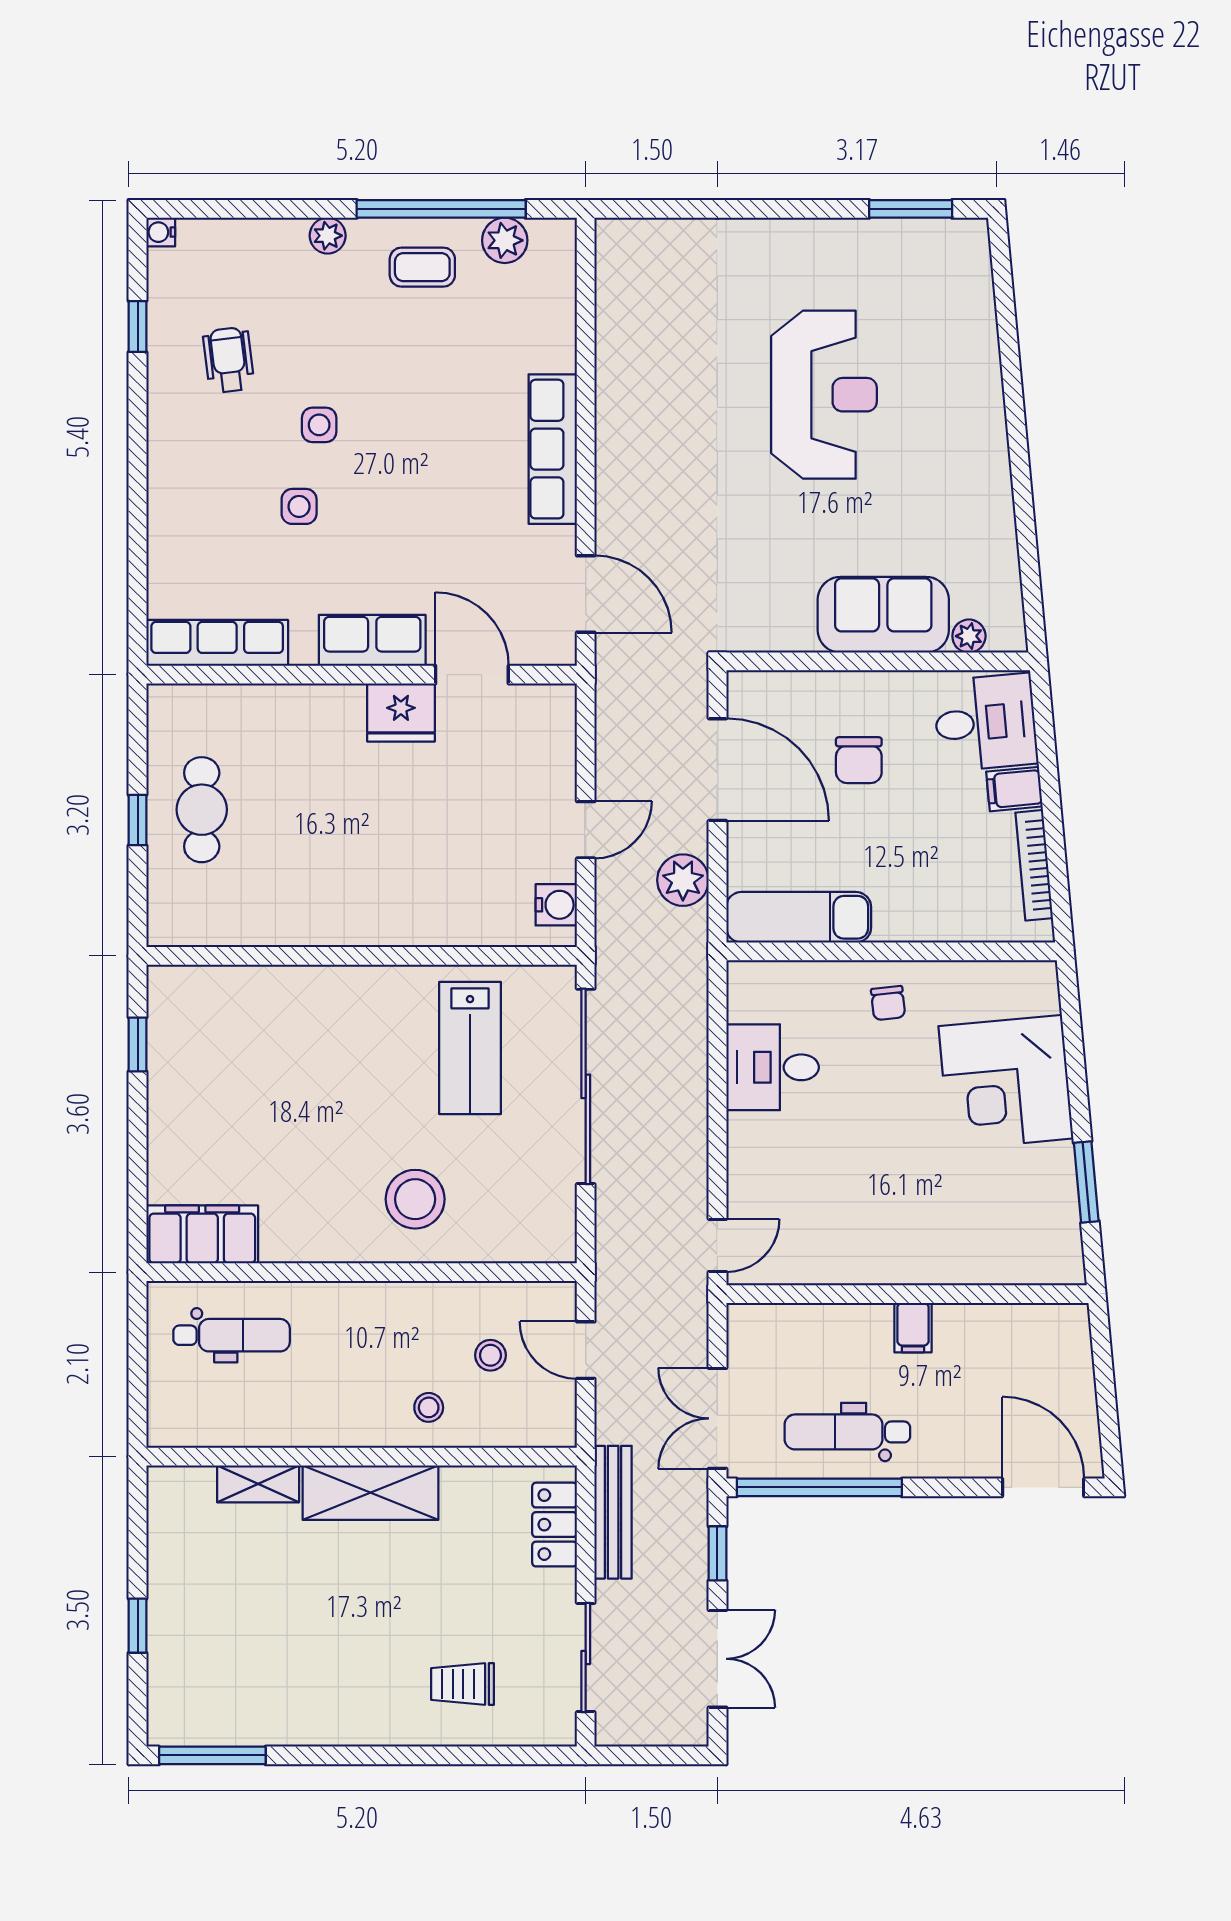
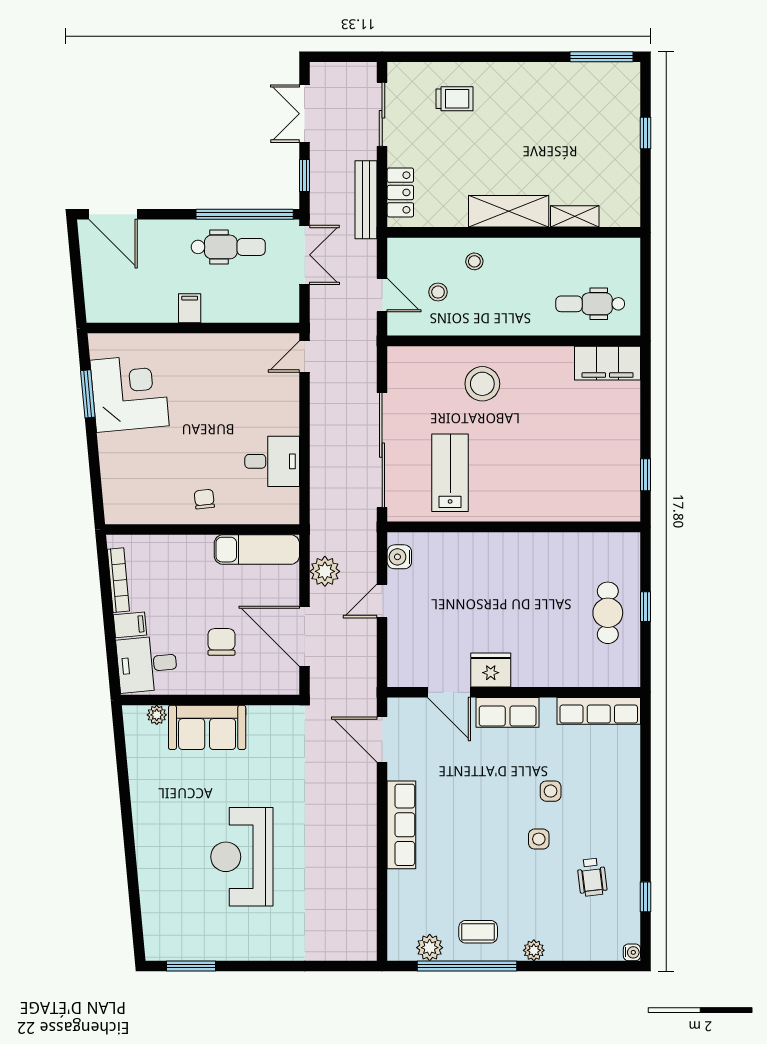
corner desk: (1006, 1082) -> (130, 393), moved

